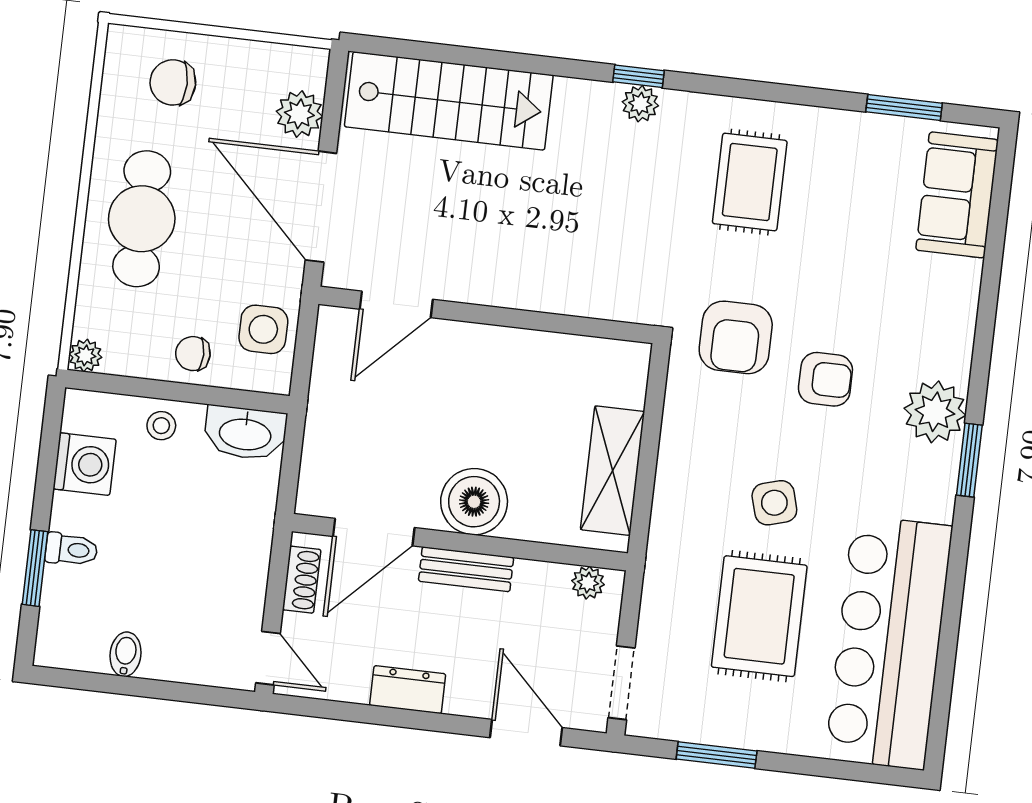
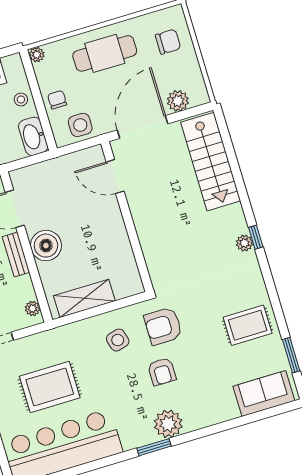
chair: (173, 82) -> (168, 42), turned 90
rug: (750, 182) -> (248, 325), moved
side table: (774, 503) -> (118, 340), moved

